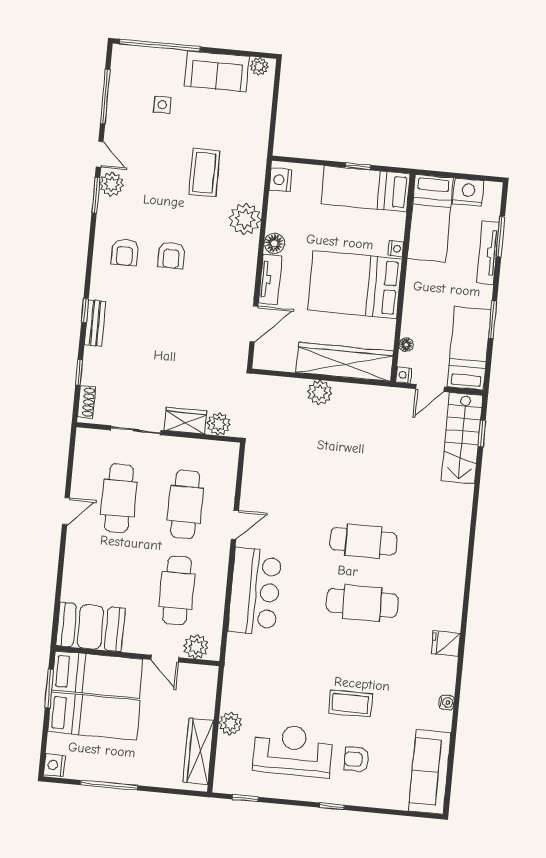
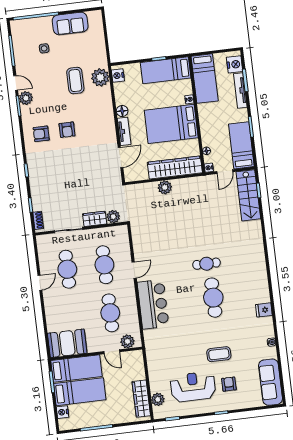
plant: (259, 66) -> (93, 16), removed
nightstand: (468, 192) -> (235, 64), moved, turned 90
plant: (245, 219) -> (100, 77), moved
armchair: (125, 252) -> (41, 134), turned 90
bench: (95, 323) -> (33, 176), removed
cafe table: (363, 541) -> (207, 264), width x0.73, depth x0.74
cafe table: (362, 603) -> (213, 298), turned 90
plant: (230, 723) -> (158, 399), moved
armchair: (357, 759) -> (229, 384), turned 90
nightstand: (54, 765) -> (63, 412), moved

